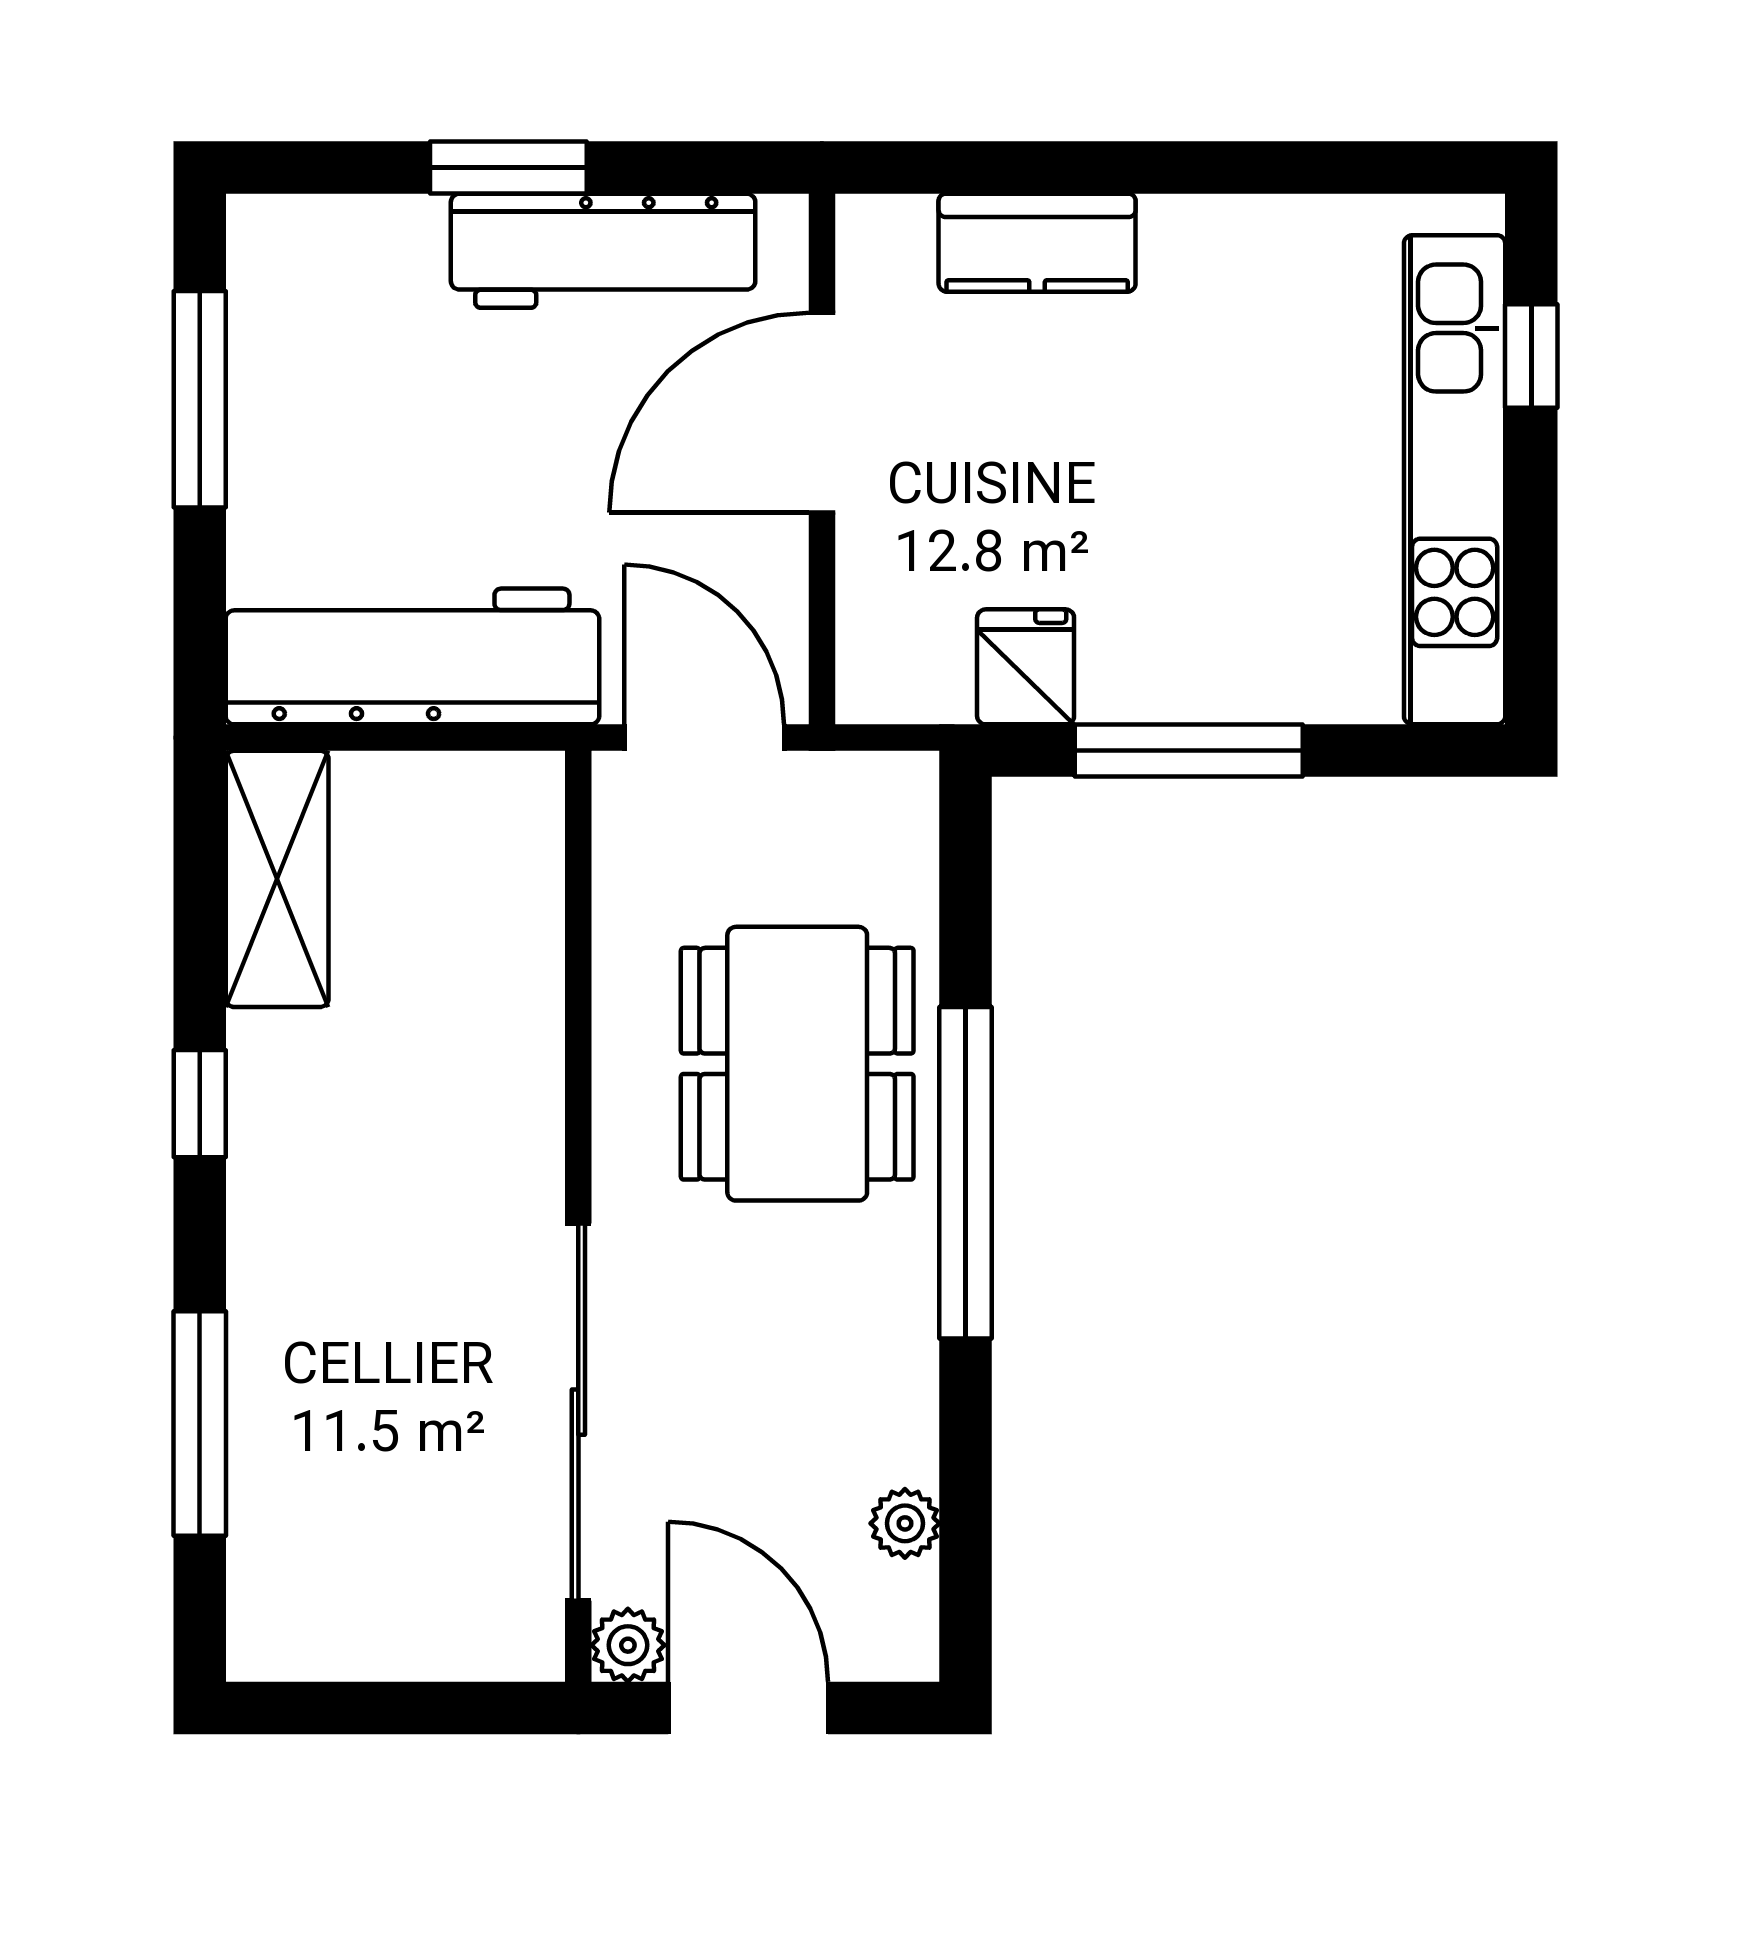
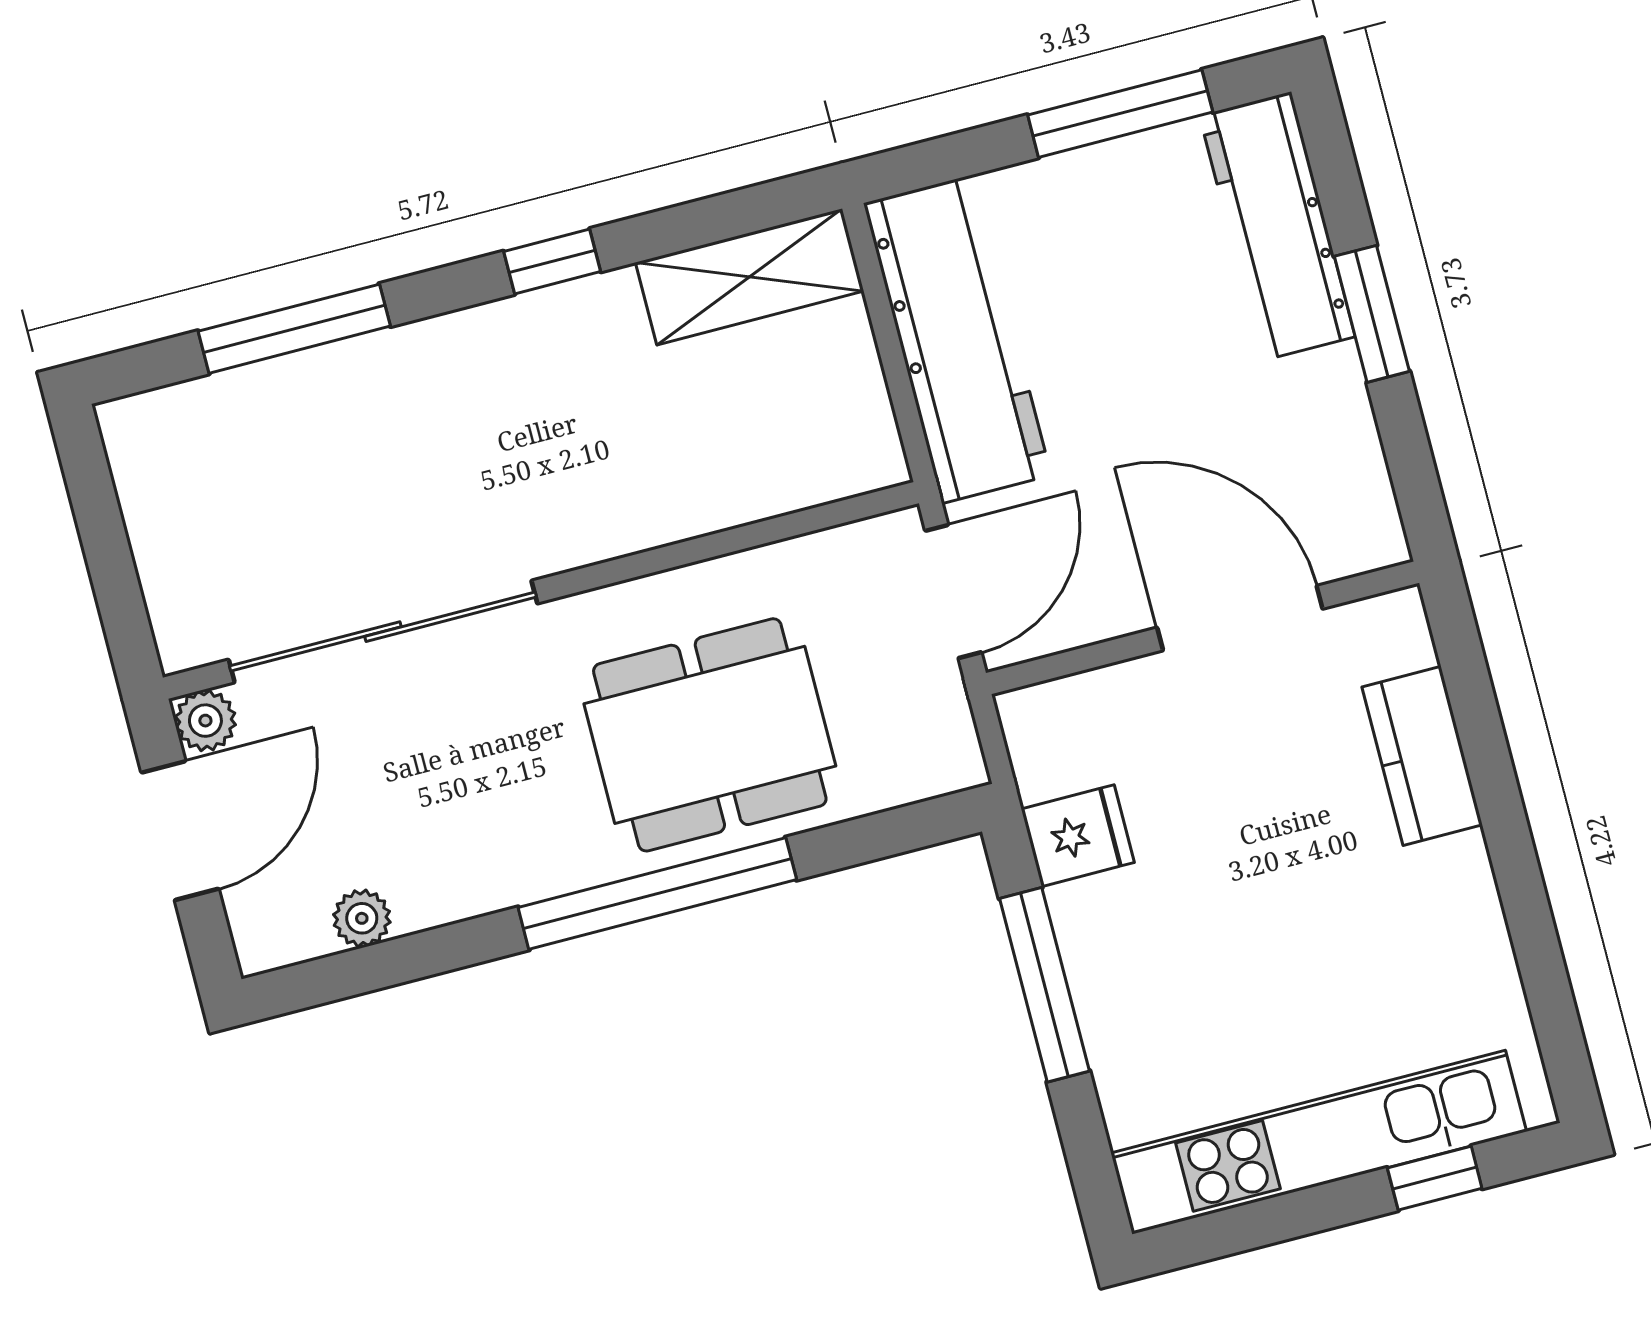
workbench: (603, 251) -> (1277, 226), moved

